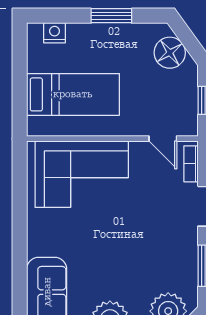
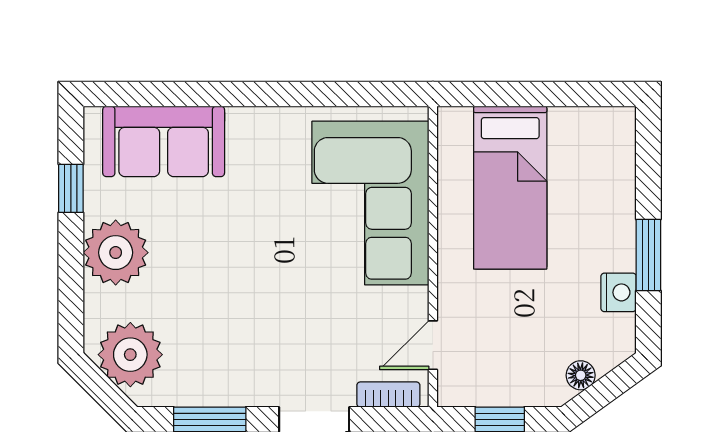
nightstand: (55, 33) -> (619, 292), moved
floor lamp: (170, 53) -> (581, 375), width x0.53, depth x0.53

